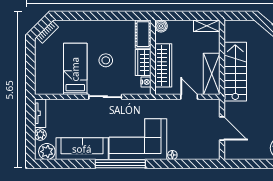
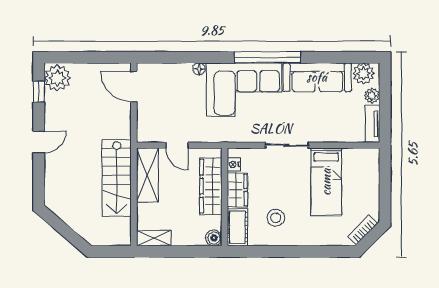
stool: (106, 60) -> (276, 218), moved
door: (222, 128) -> (134, 87), moved

